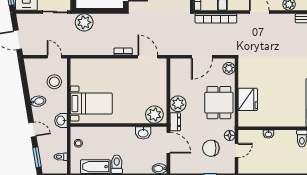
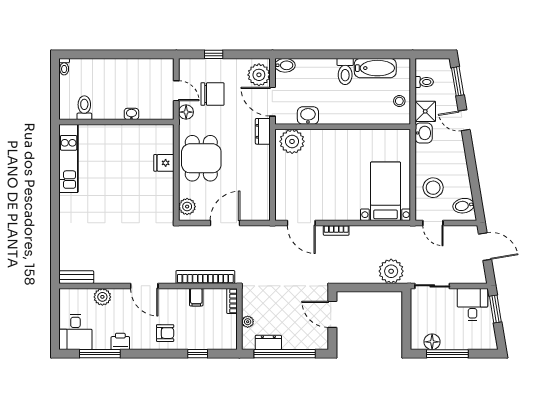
fridge: (248, 99) -> (164, 163), width x0.53, depth x0.75
bidet: (38, 101) -> (463, 206), moved
bed with nightstands: (91, 104) -> (386, 191), moved, turned 90
plant: (178, 104) -> (259, 75), moved
shower: (60, 136) -> (425, 111), added
door: (237, 151) -> (176, 91), swing flipped

